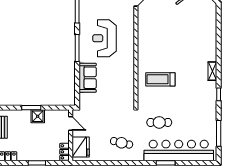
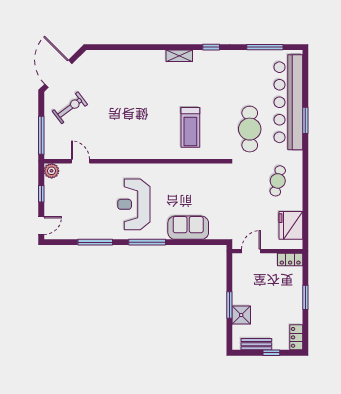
reception desk: (105, 38) -> (134, 204), turned 90
shower: (38, 116) -> (241, 315), moved
cafe table: (159, 122) -> (250, 129), width x1.37, depth x1.35
fridge: (81, 147) -> (291, 225), moved, turned -90

